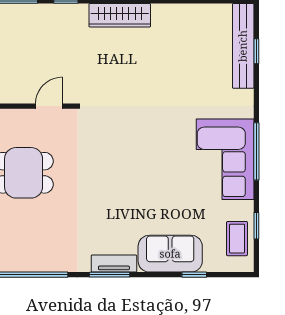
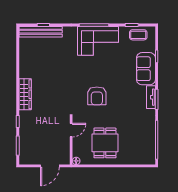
door: (49, 106) -> (71, 130), swing flipped
armchair: (117, 157) -> (97, 96), added

